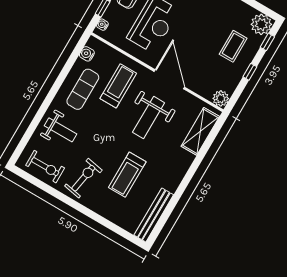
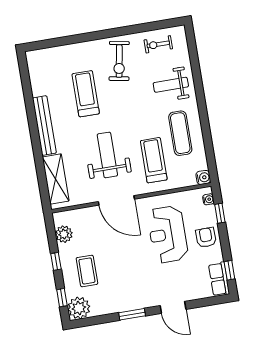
water cooler: (87, 54) -> (203, 177), moved
treadmill: (118, 86) -> (154, 160), turned 180
plant: (221, 98) -> (64, 234), moved
exercise bike: (45, 167) -> (158, 44), width x0.73, depth x0.72
bench: (154, 215) -> (44, 126), moved

